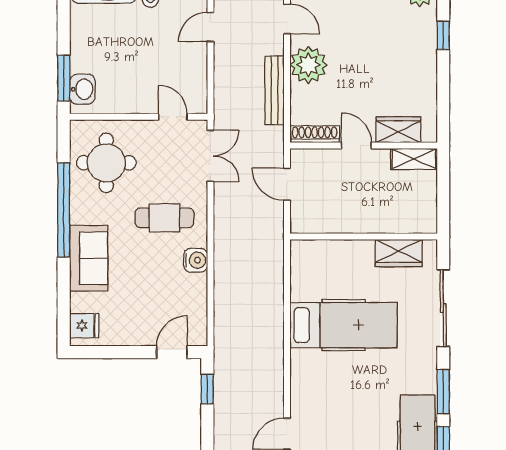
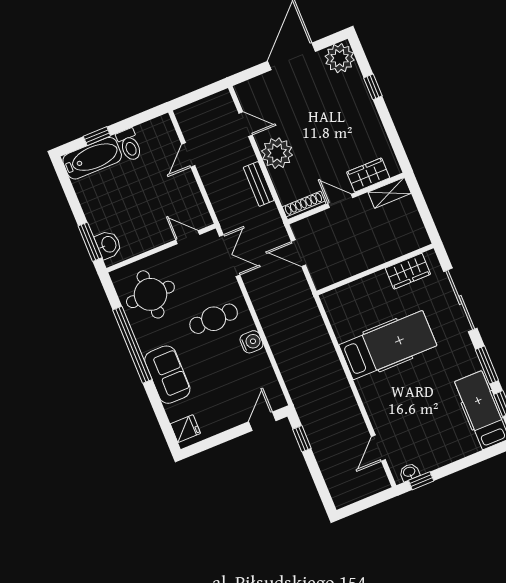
bench: (275, 90) -> (259, 184), width x0.73

